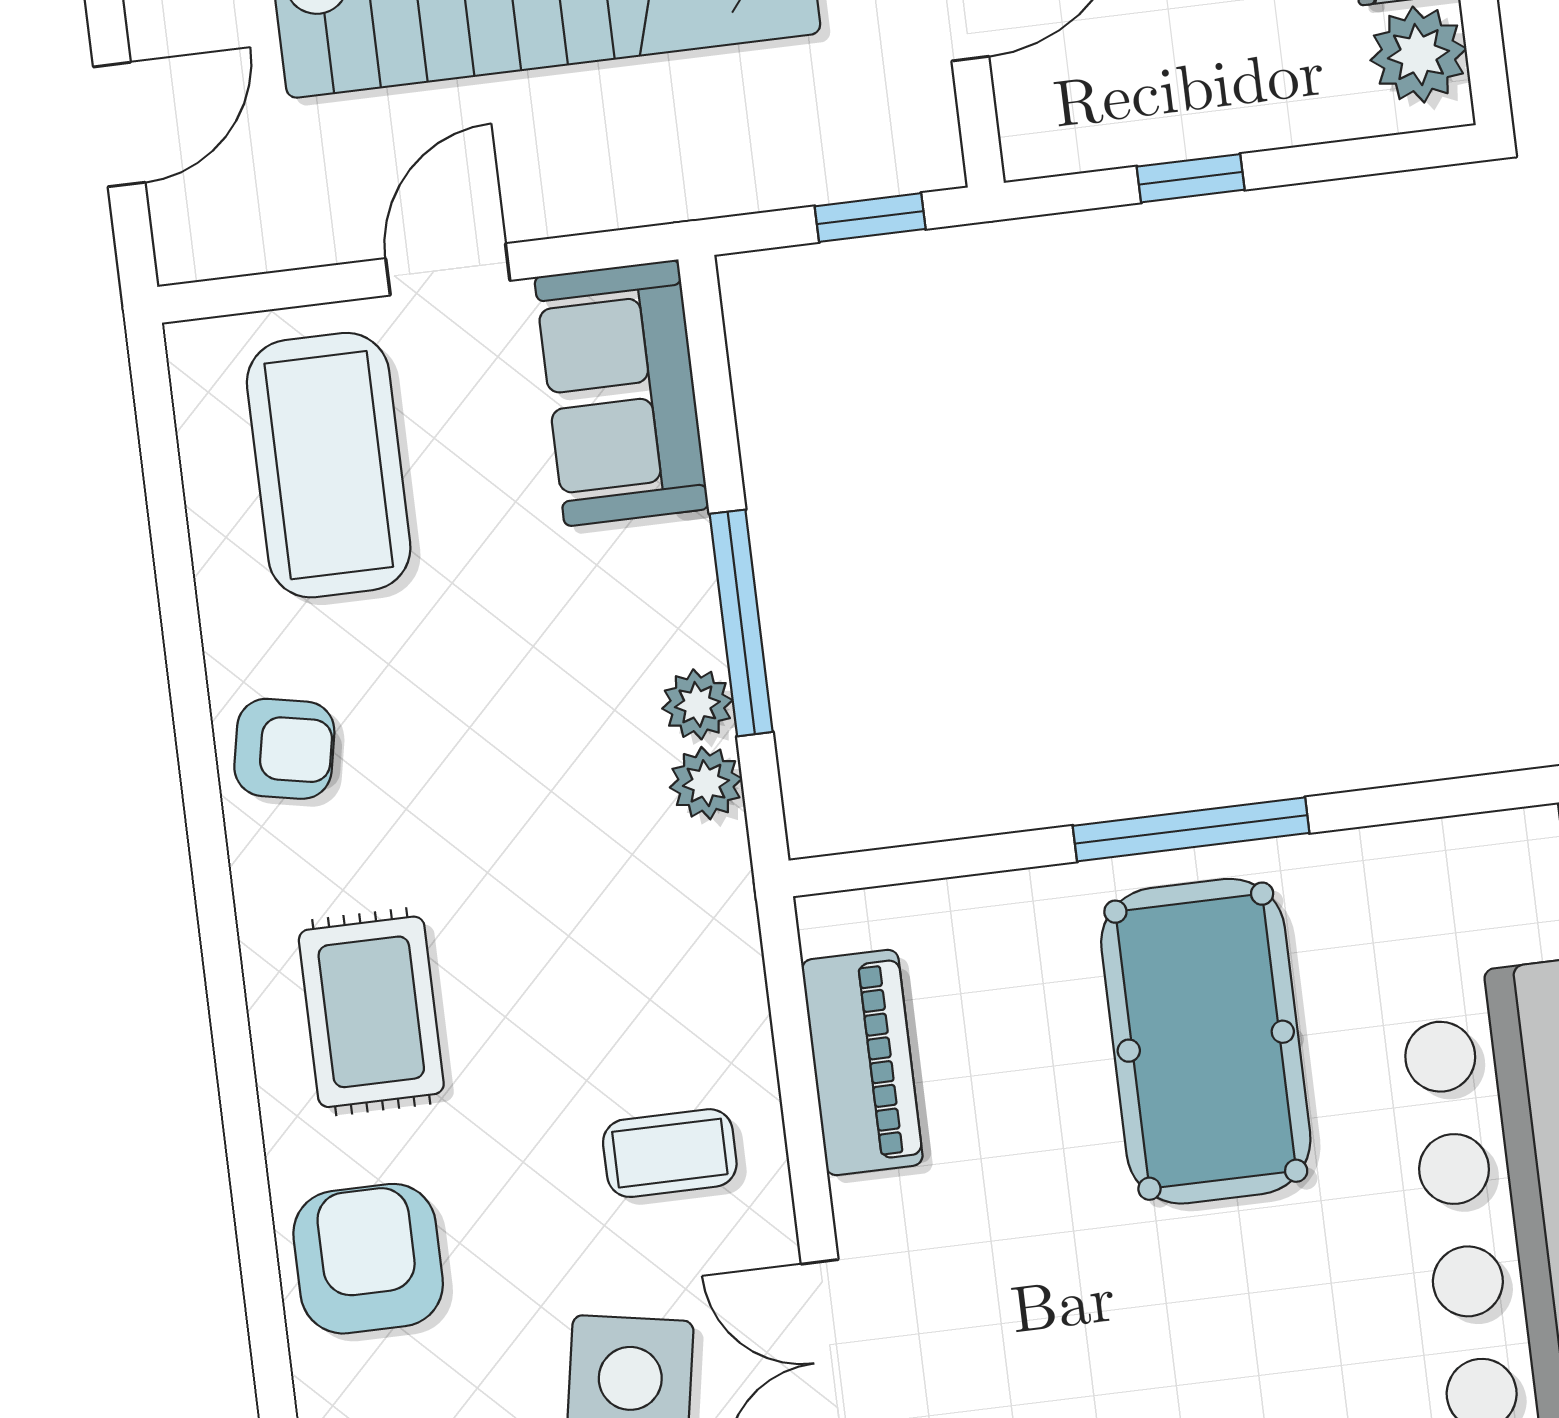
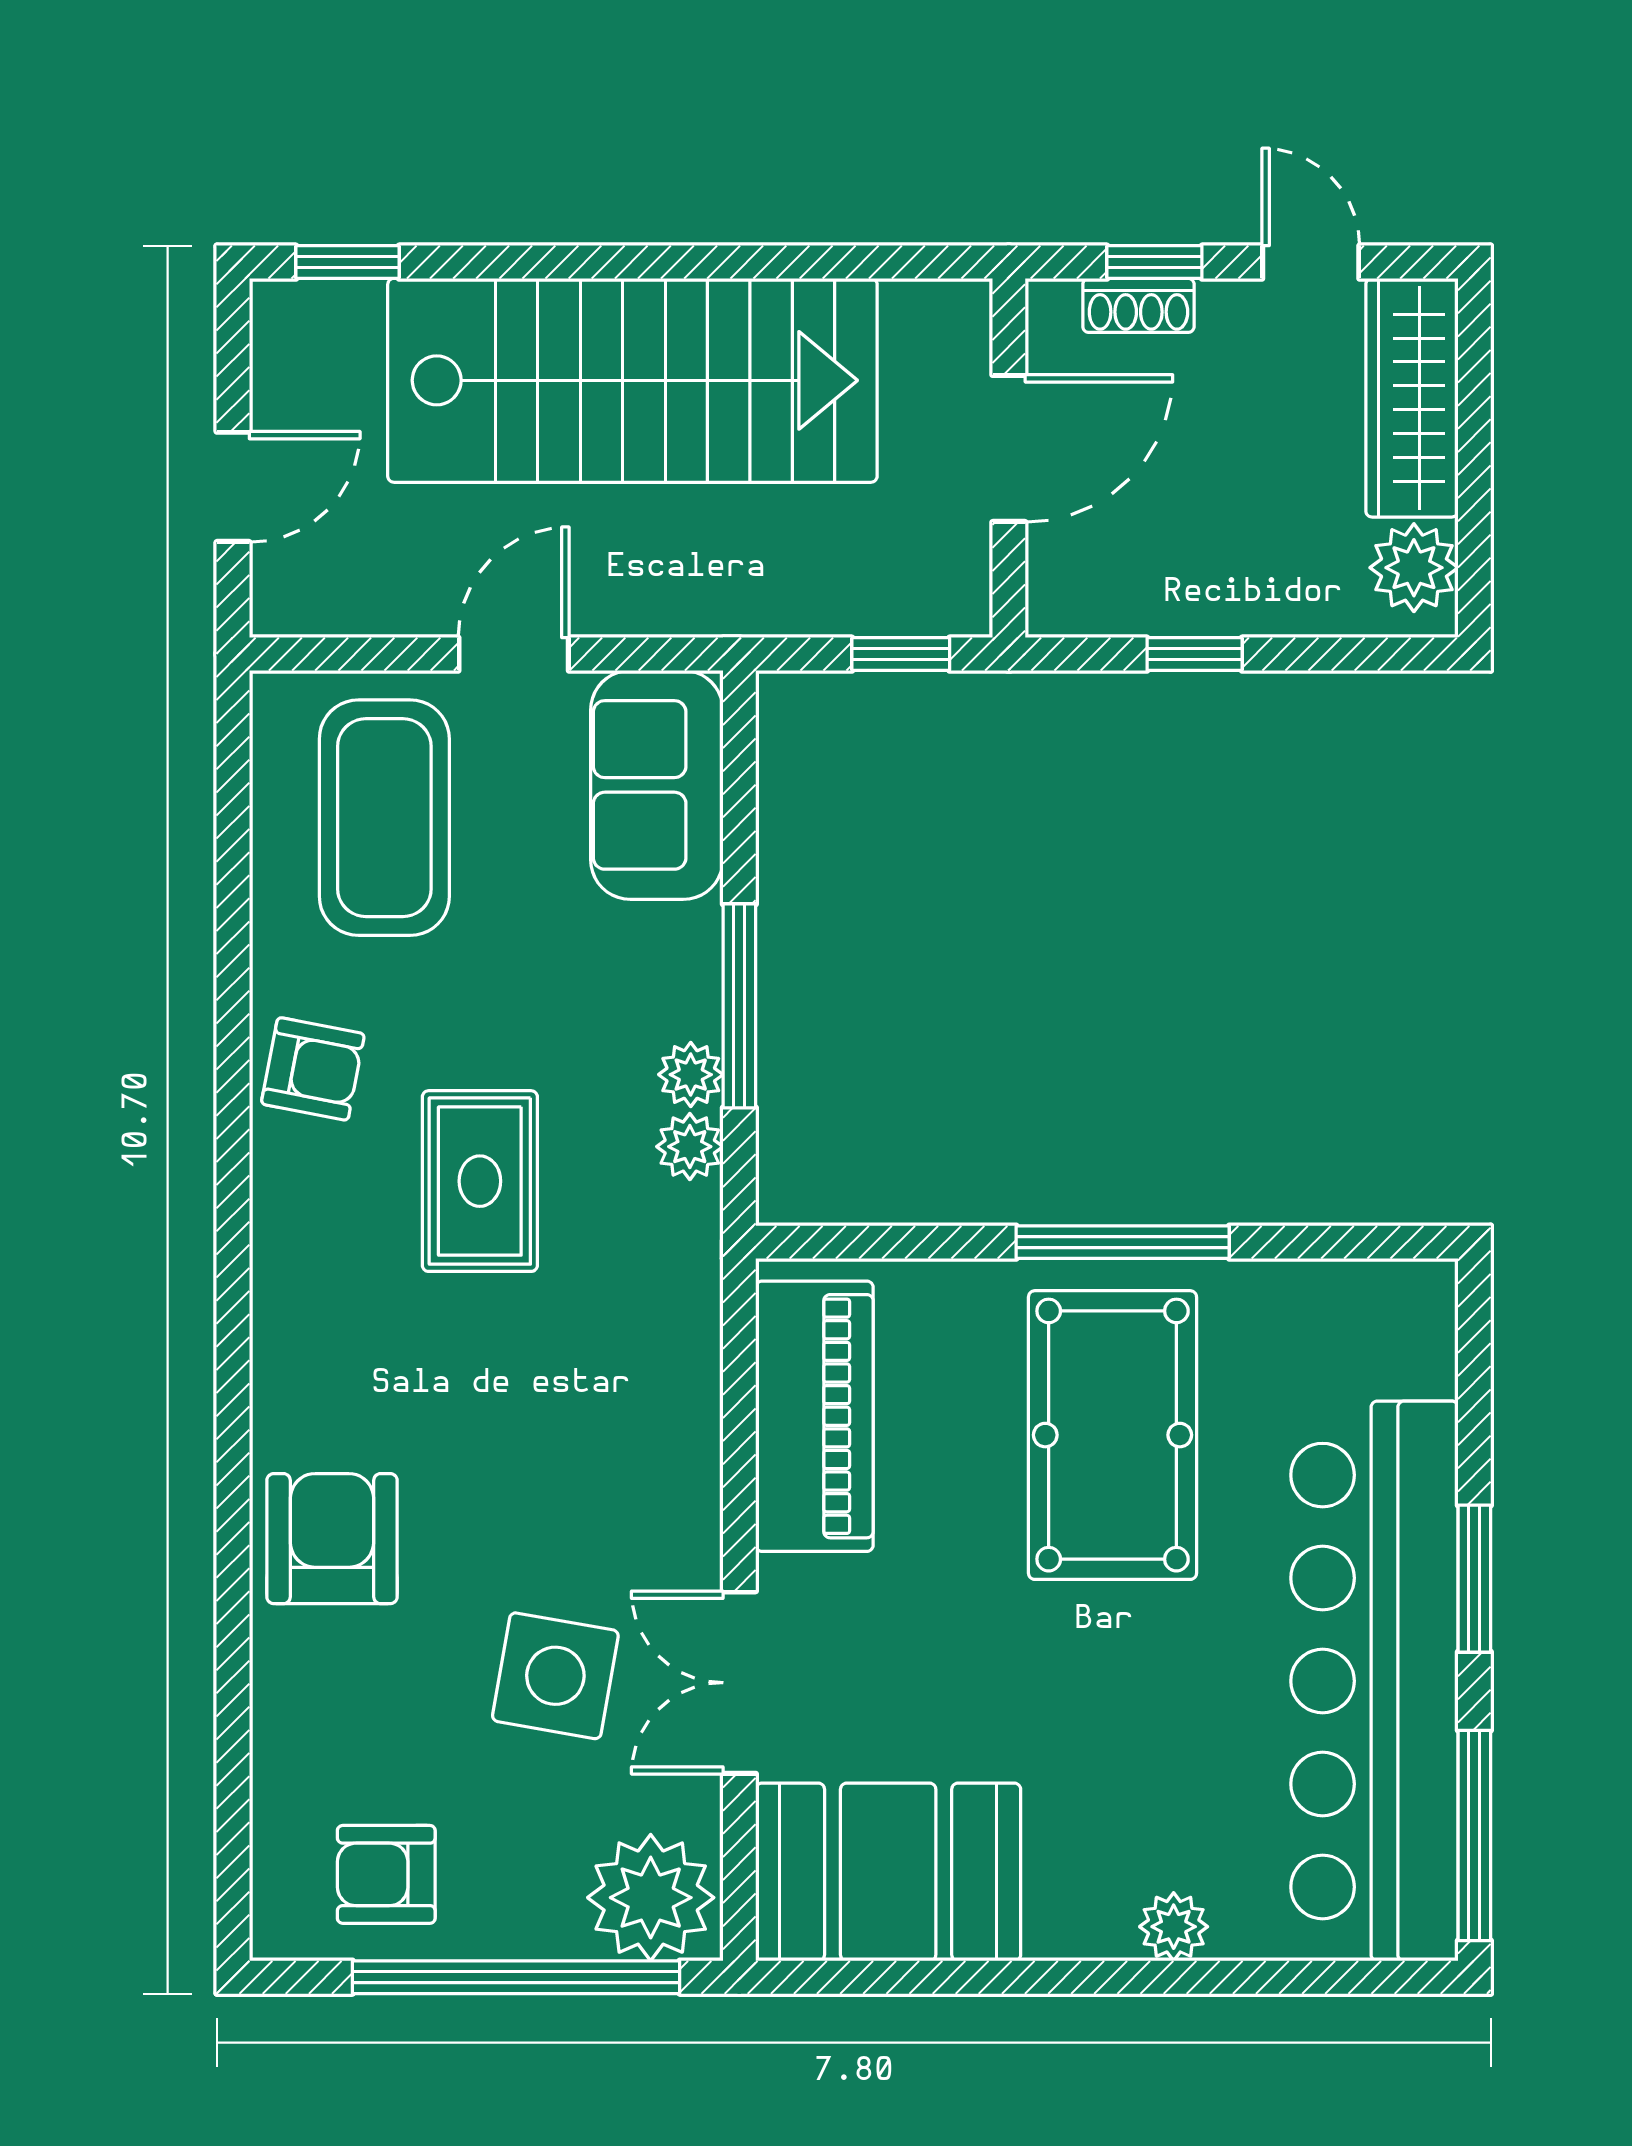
rug: (371, 1012) -> (480, 1181), moved
piano: (862, 1063) -> (814, 1416), width x1.37, depth x1.33
coffee table: (670, 1153) -> (616, 1477), removed

